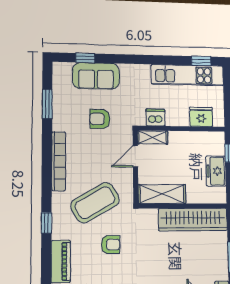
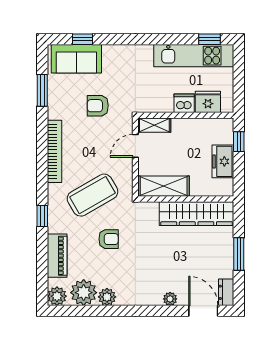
sofa: (96, 76) -> (76, 59), moved
dishwasher: (155, 117) -> (184, 103), moved

